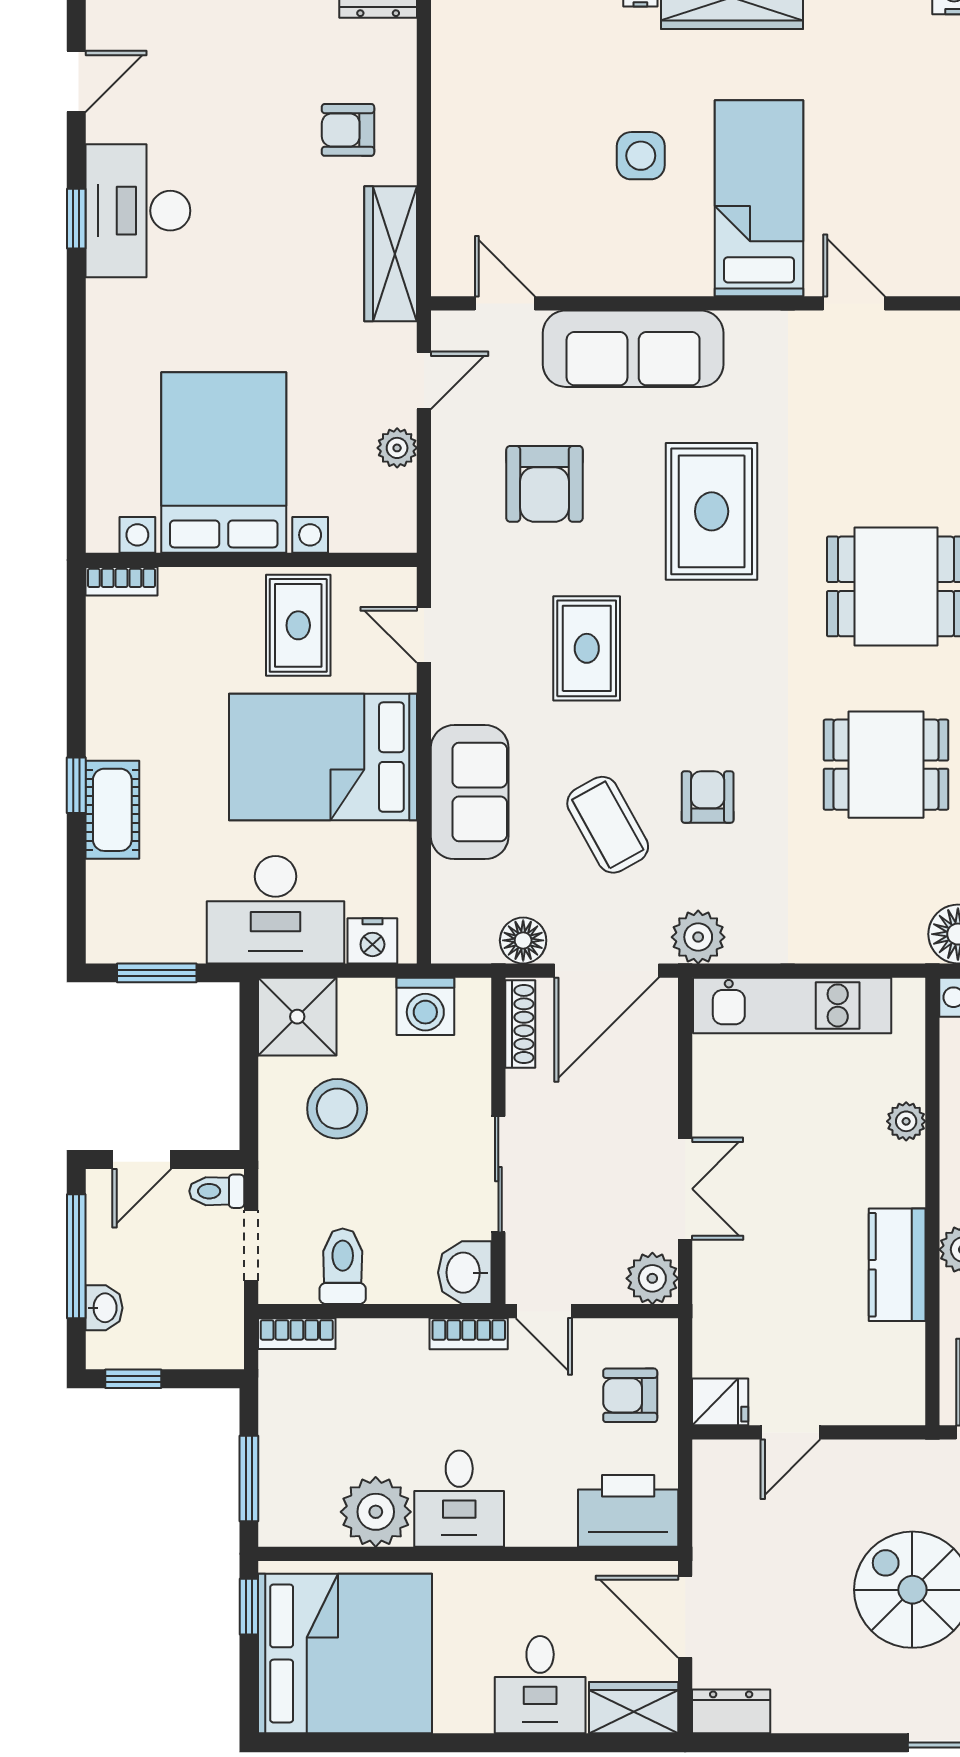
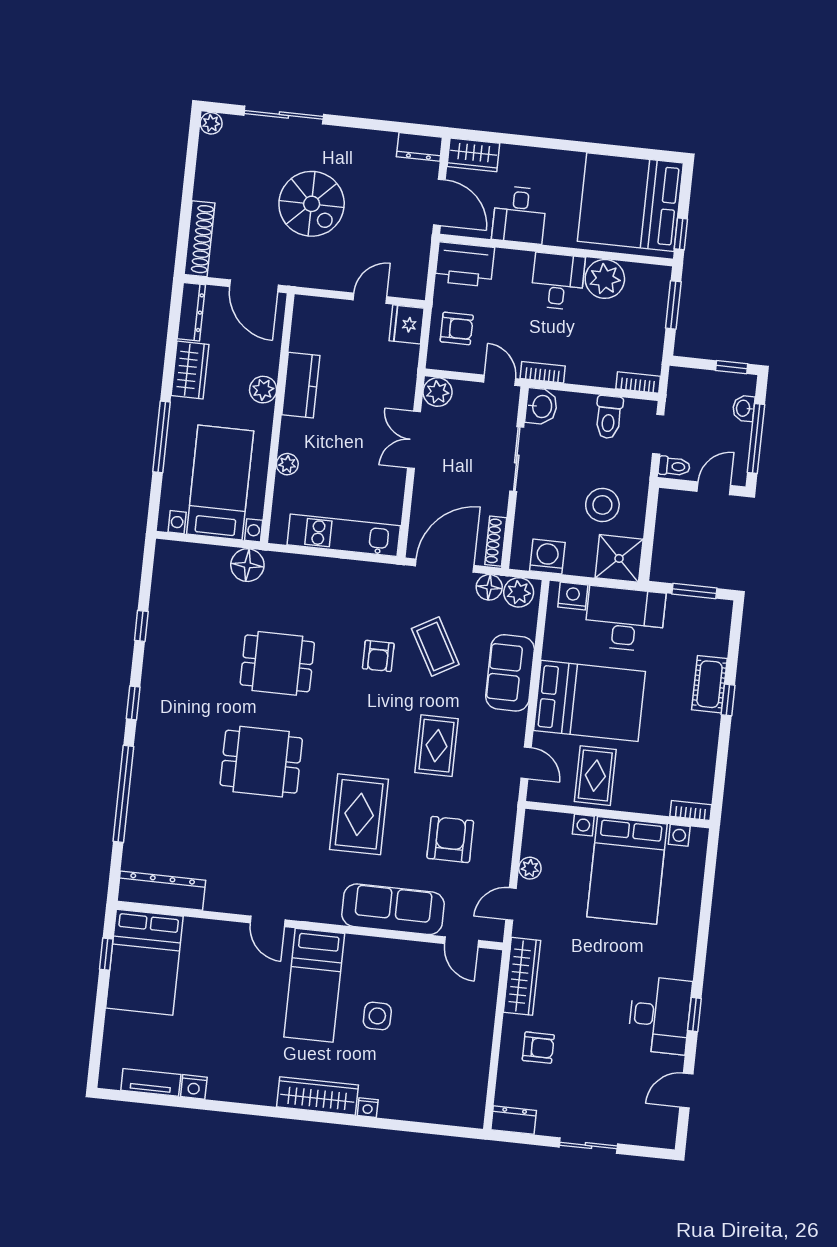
plant: (698, 937) -> (519, 592), moved
fridge: (720, 1402) -> (407, 324), width x1.38
desk: (540, 1685) -> (519, 215), moved, turned 180

